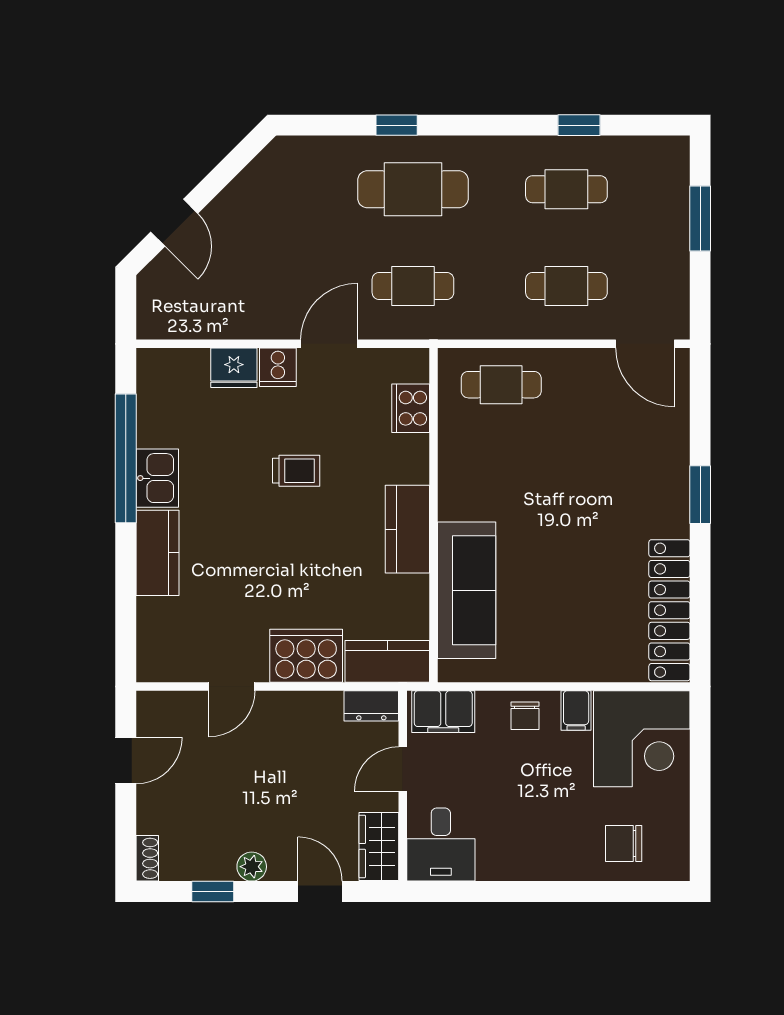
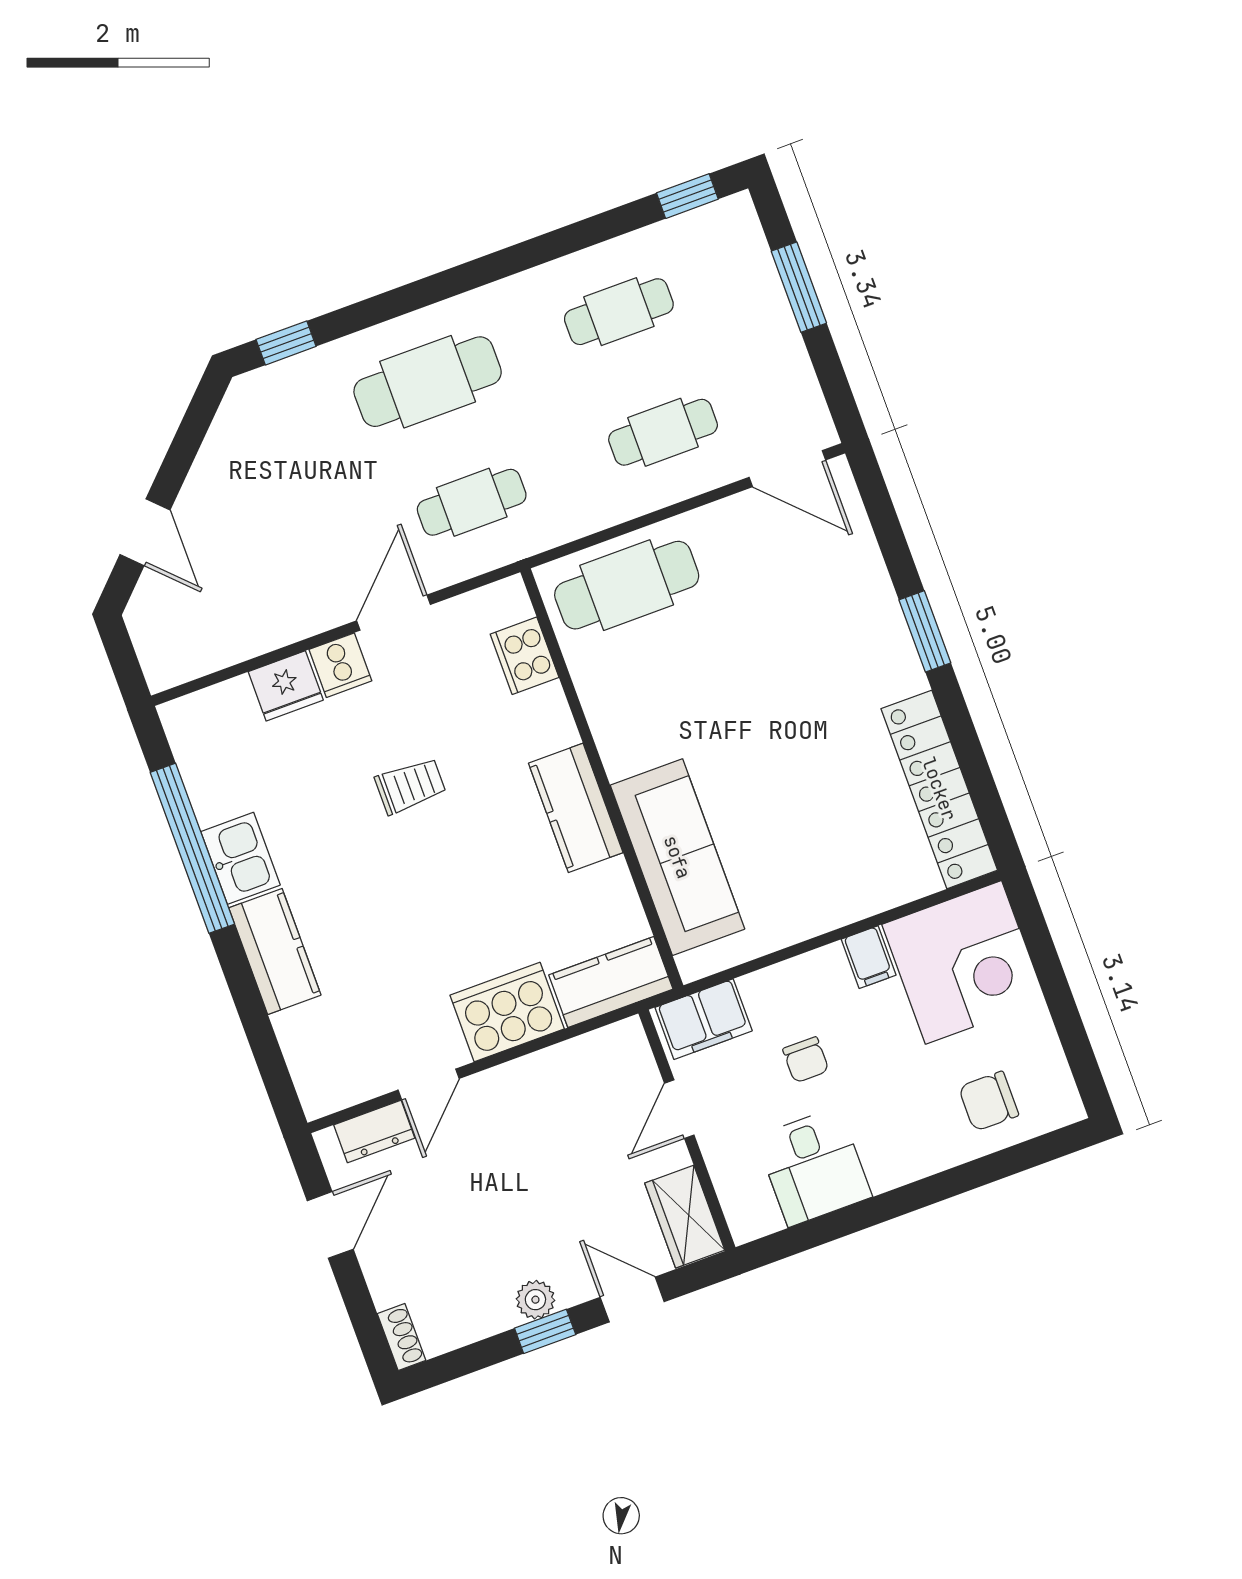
window: (397, 125) -> (286, 343), moved
window: (579, 125) -> (687, 196), moved
cafe table: (501, 385) -> (627, 585), width x1.37, depth x1.35
dresser: (371, 706) -> (374, 1132), moved
chair: (525, 716) -> (806, 1060), moved
desk: (441, 845) -> (814, 1167), moved
window: (213, 892) -> (545, 1331), moved

